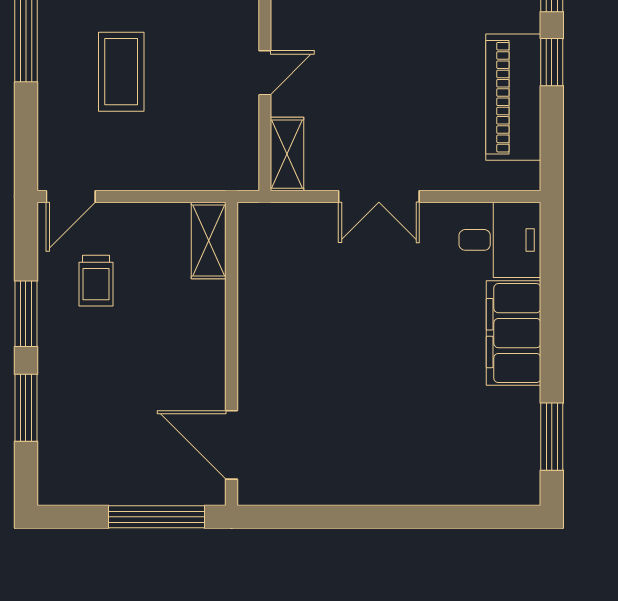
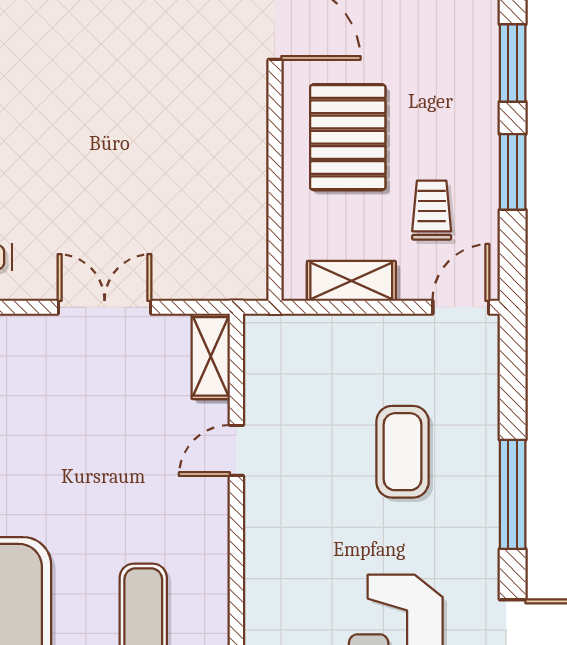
shelving: (209, 241) -> (351, 281), moved, turned 90
pallet: (168, 344) -> (348, 137), added

